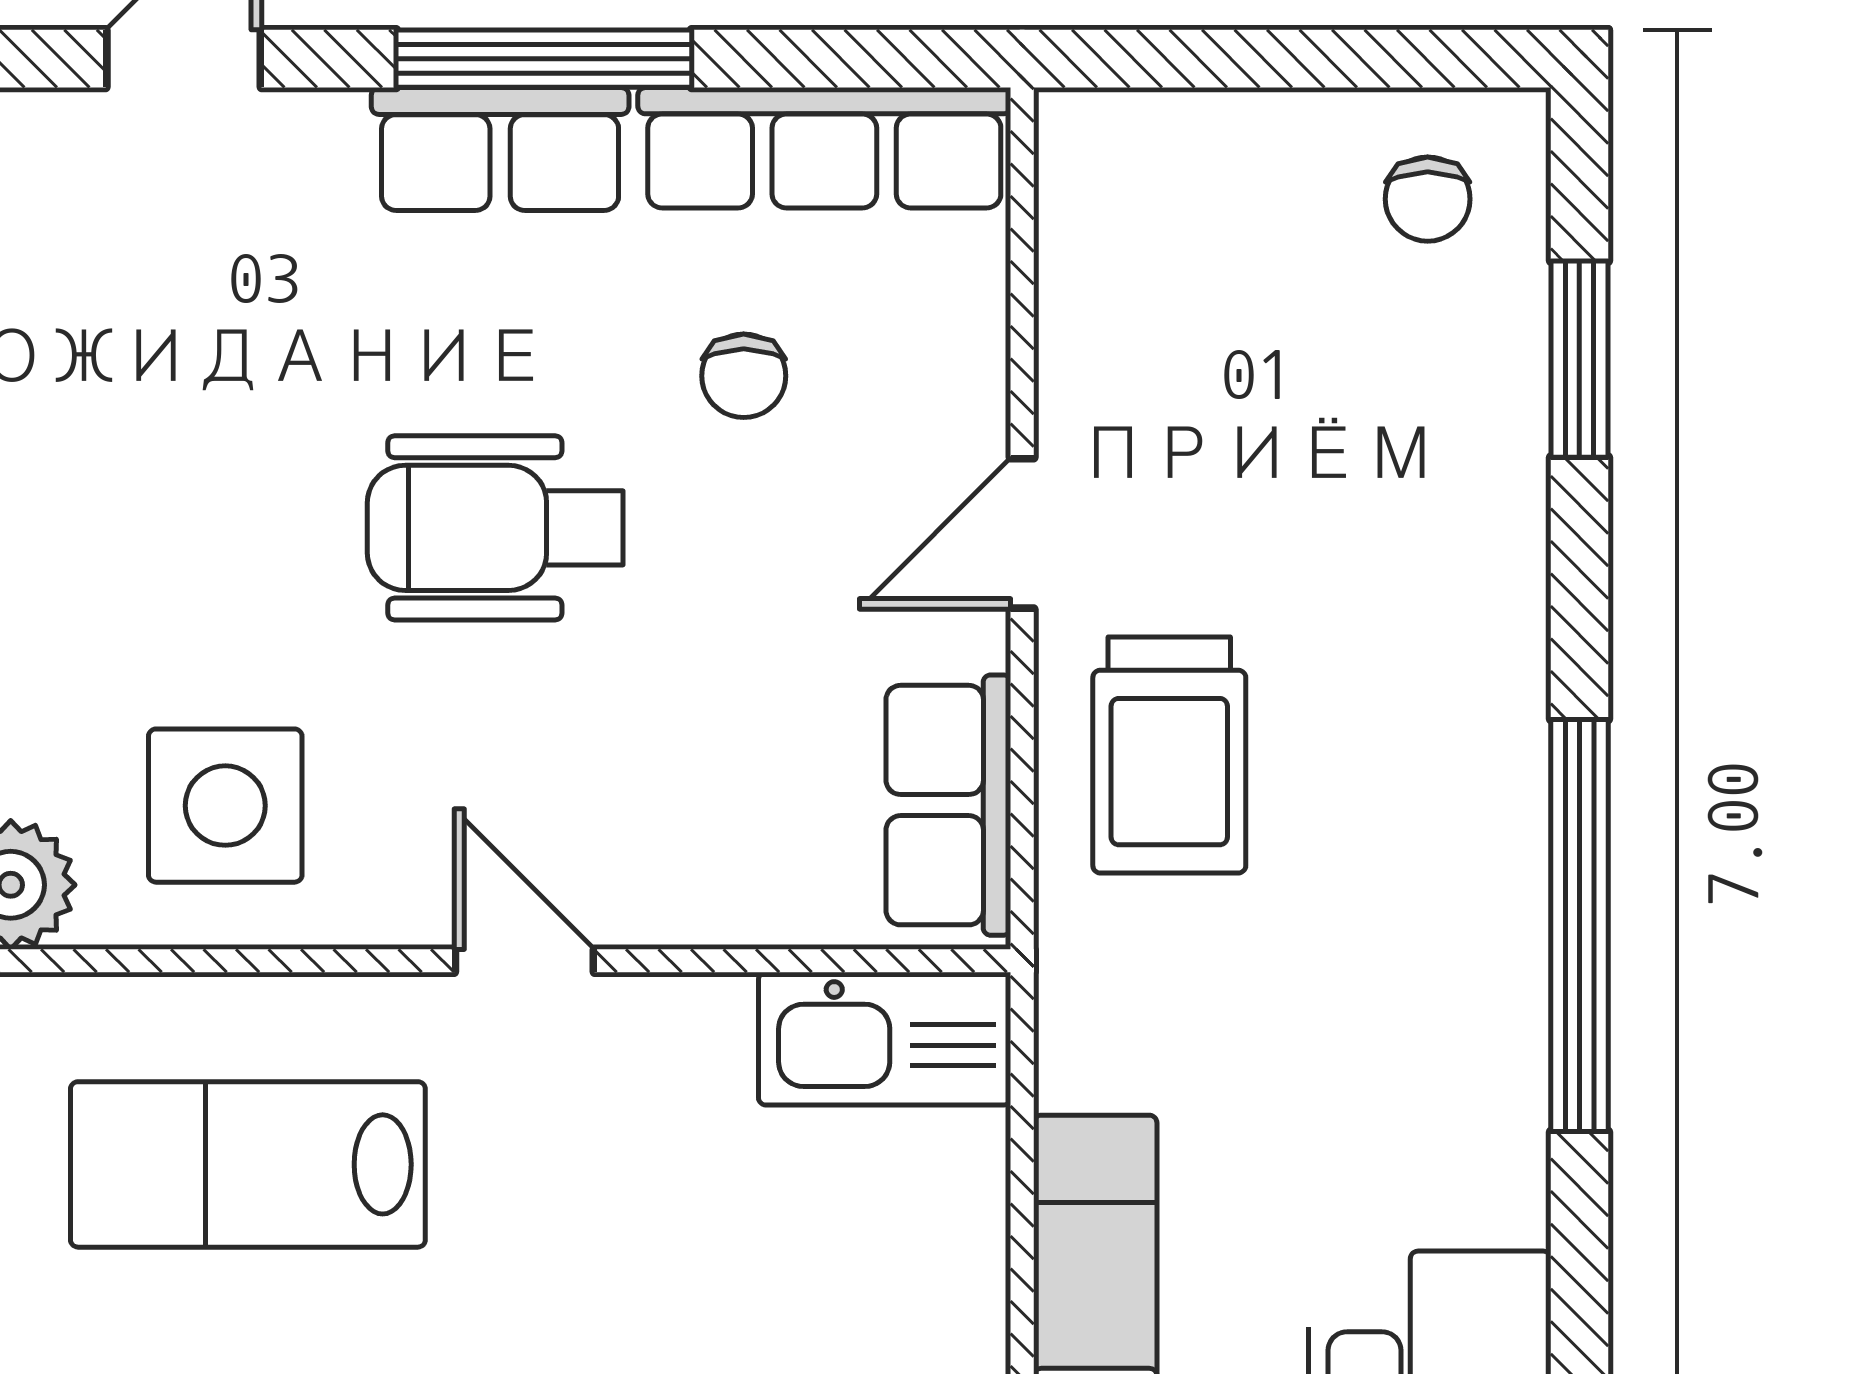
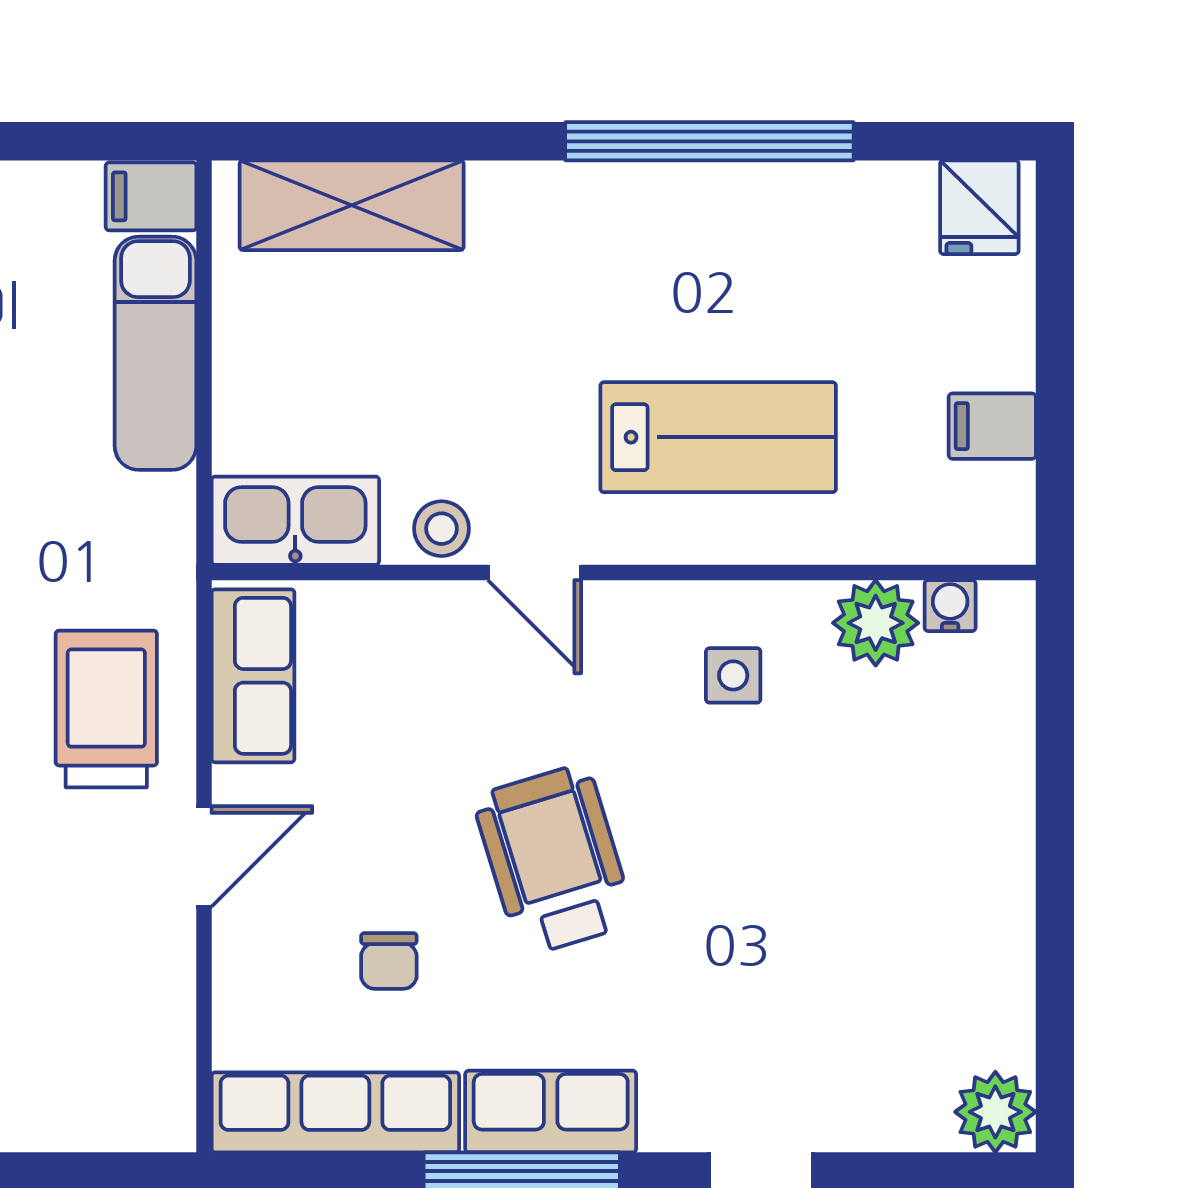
chair: (744, 376) -> (389, 961), turned 180
wheelchair: (495, 528) -> (554, 860), turned -107
side table: (225, 806) -> (733, 675), width x0.54, depth x0.54
stool: (665, 1027) -> (442, 529), added

